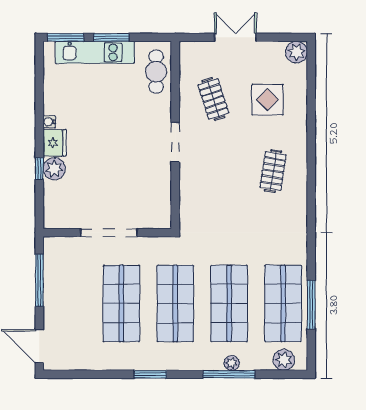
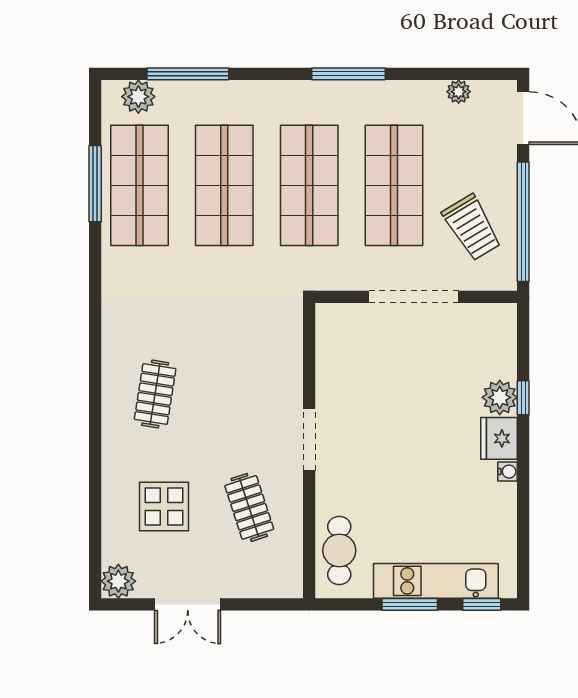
window: (66, 37) -> (482, 604), width x0.67
double door: (235, 37) -> (188, 604), moved
trolley: (72, 277) -> (472, 228), added
window: (39, 280) -> (523, 222), width x1.46
plant: (232, 363) -> (459, 92), moved
window: (150, 374) -> (349, 74), width x1.44
window: (229, 374) -> (188, 74), moved

